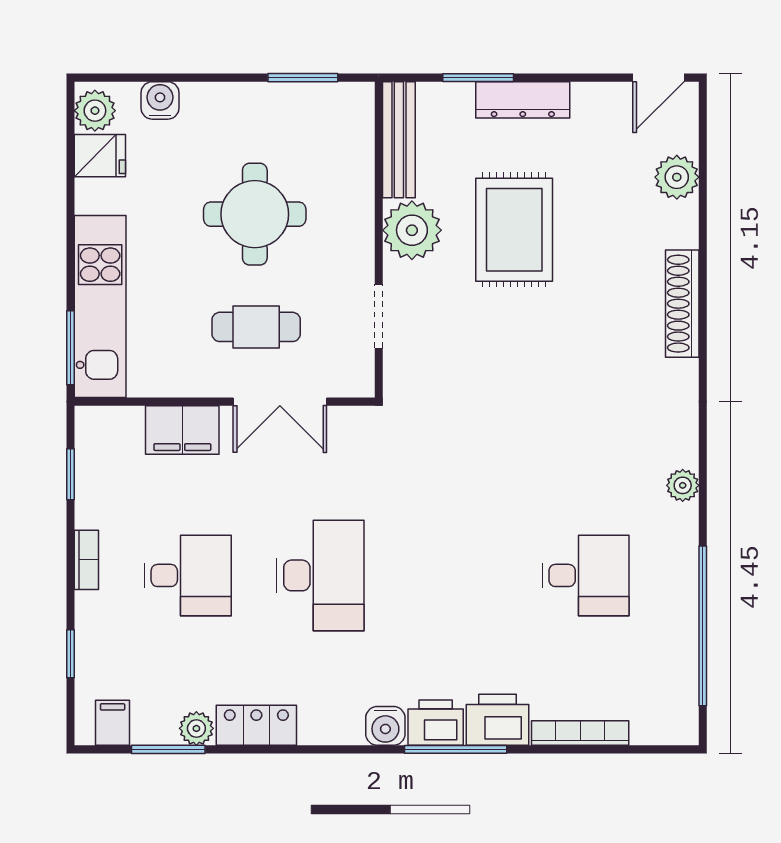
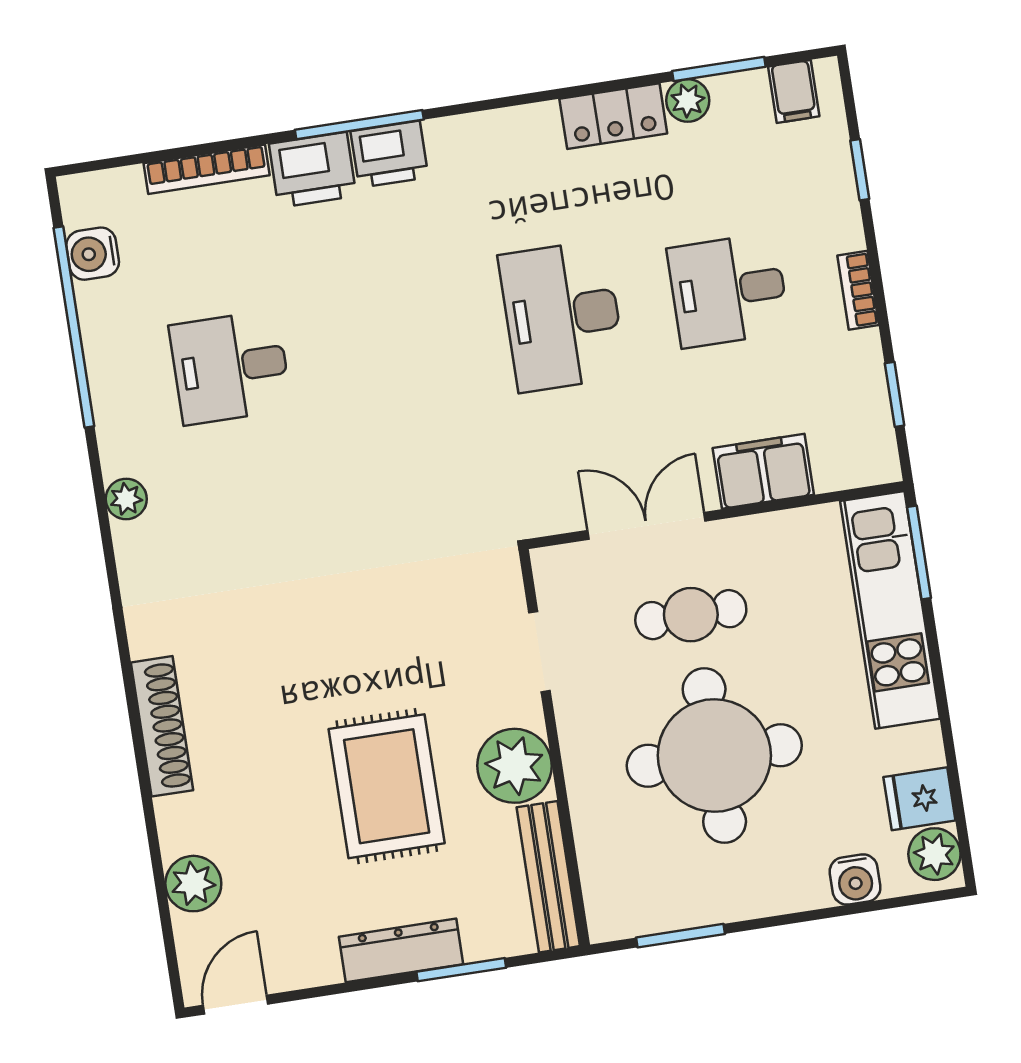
round table: (255, 214) -> (714, 755), width x1.36, depth x1.36
water cooler: (385, 726) -> (93, 254), moved, turned -90

